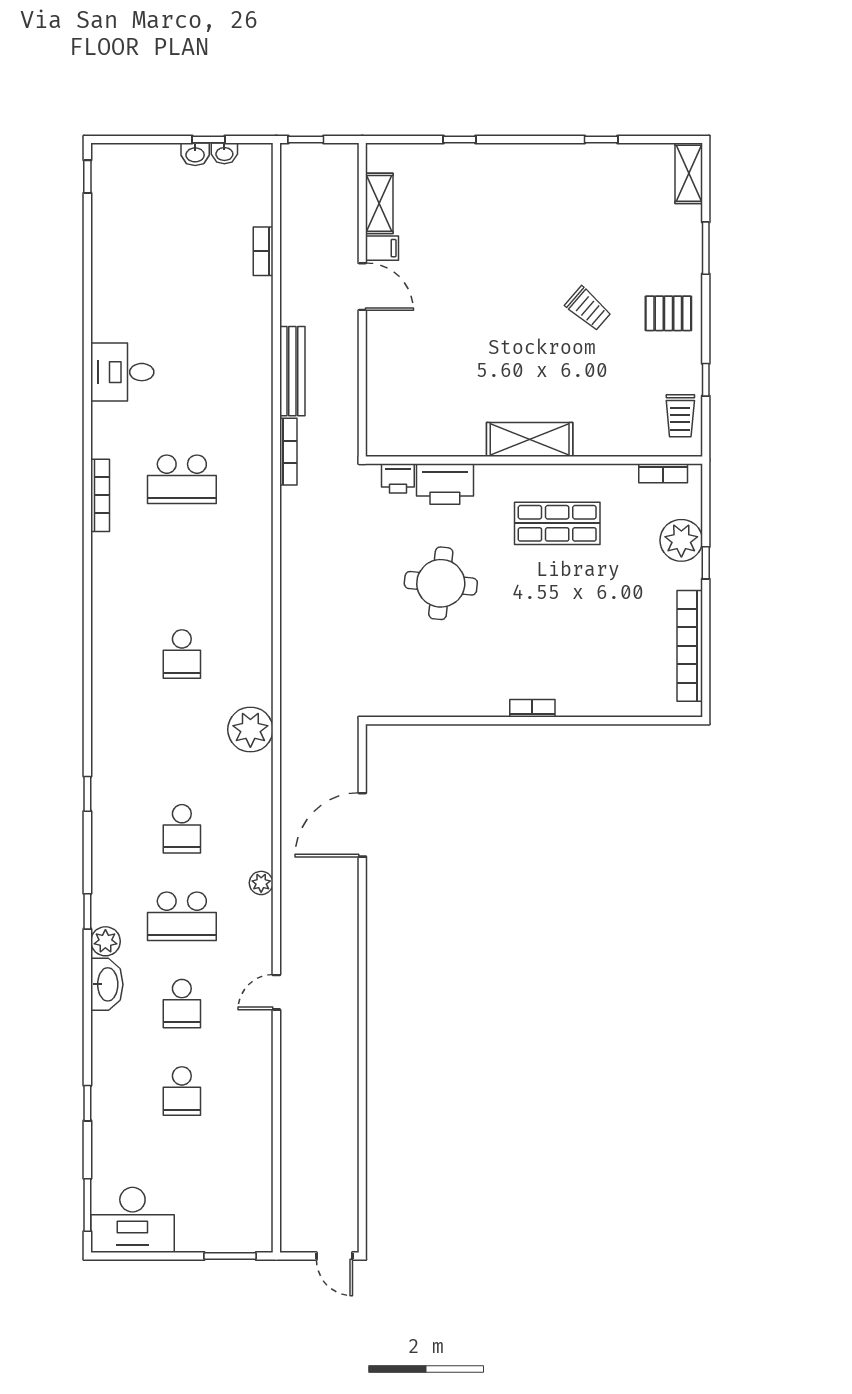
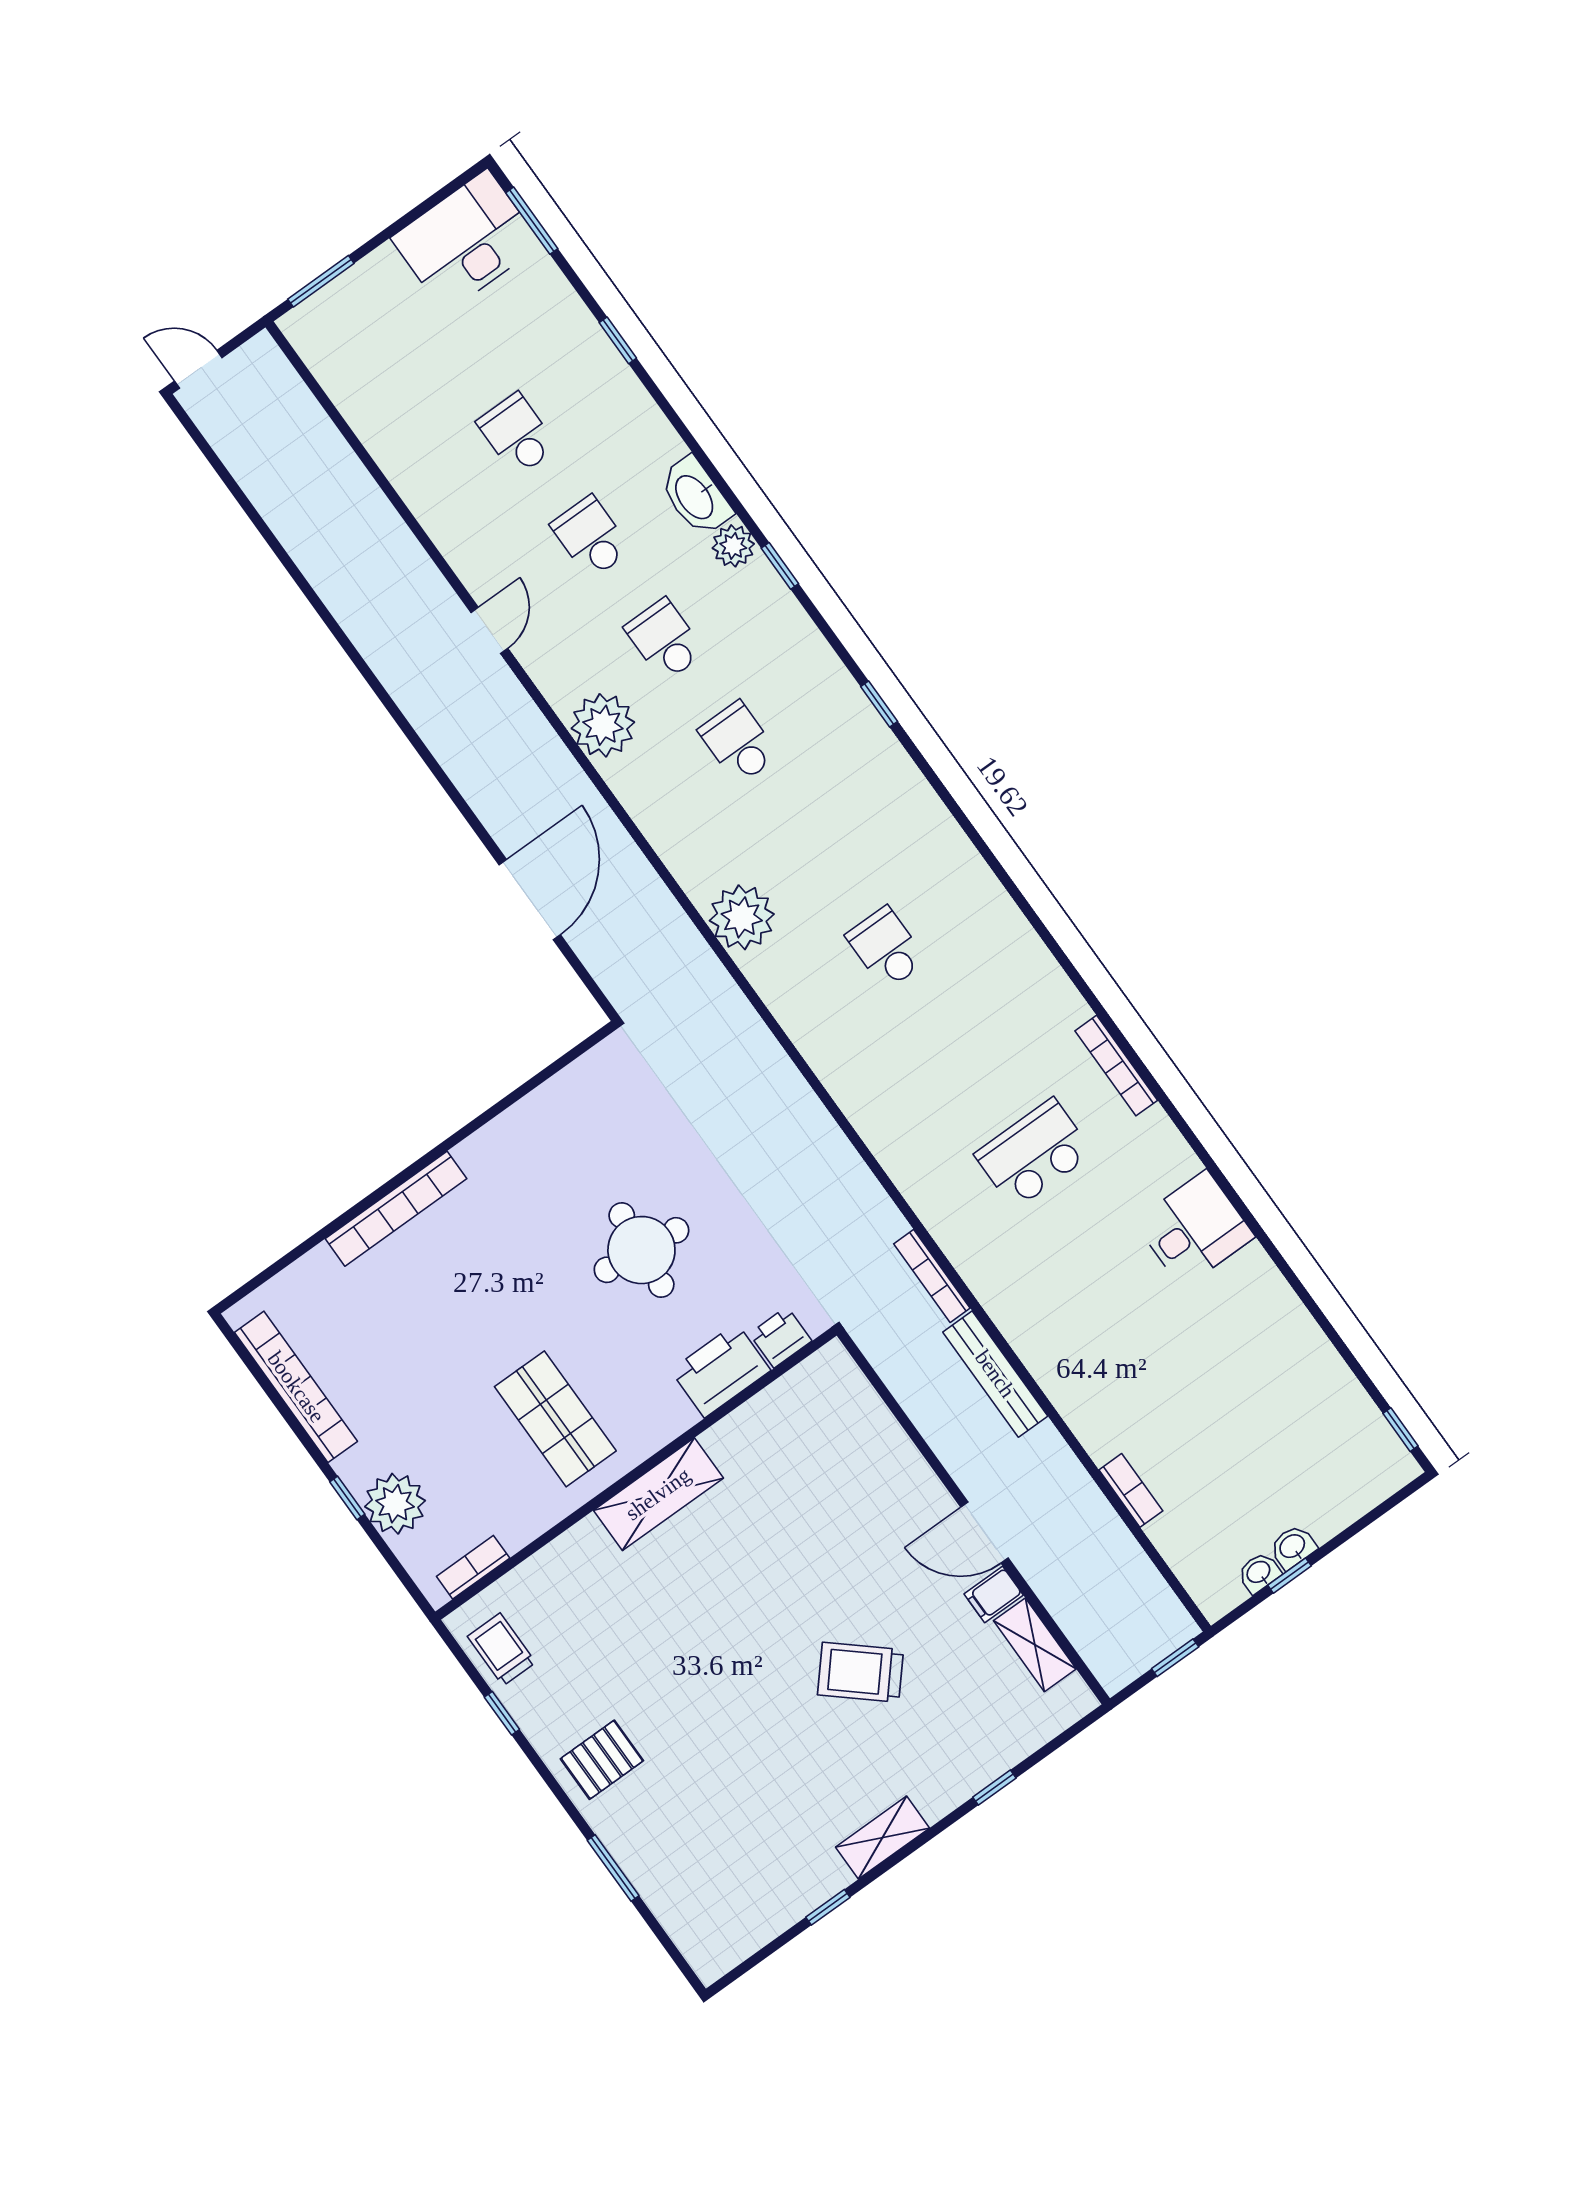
shelving: (689, 173) -> (883, 1838), moved, turned 90
trolley: (588, 309) -> (861, 1672), moved, width x1.36, depth x1.39
shop shelf: (557, 523) -> (555, 1419), turned 90
bookcase: (532, 708) -> (396, 1209), width x2.31, depth x1.31
plant: (261, 883) -> (603, 725), width x1.88, depth x1.88
school desk: (182, 916) -> (665, 640), width x0.54

